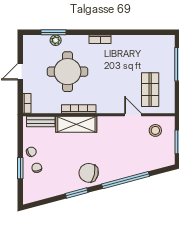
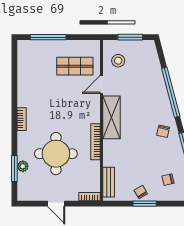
shelving: (76, 124) -> (112, 117), moved
window: (20, 168) -> (145, 204), moved
chair: (37, 168) -> (168, 180), moved
chair: (89, 173) -> (163, 131), width x0.54, depth x0.54

